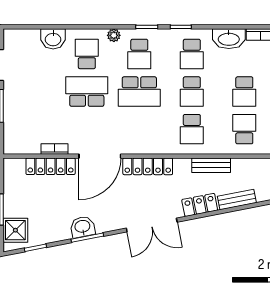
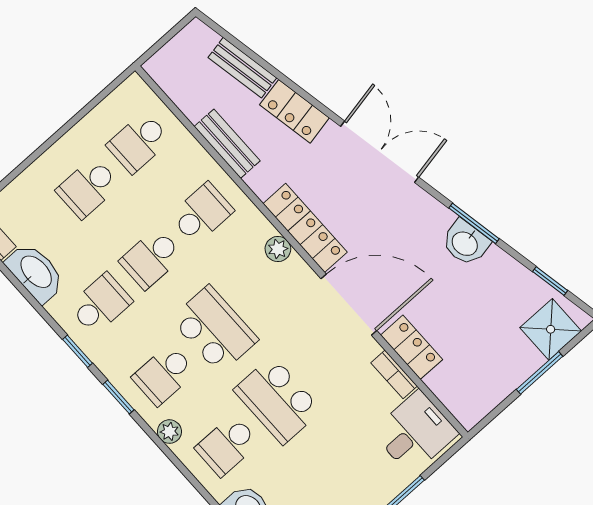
school desk: (139, 54) -> (164, 375), turned 180
school desk: (192, 92) -> (151, 259), turned 180
school desk: (244, 92) -> (88, 188), turned 180
desk: (23, 136) -> (415, 433), added
plant: (149, 147) -> (278, 249), added
locker: (51, 166) -> (412, 347), width x0.66

